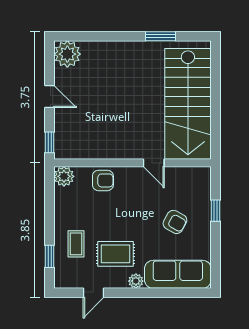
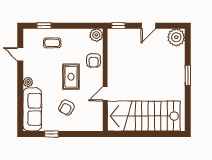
window: (161, 36) -> (188, 75), moved
window: (215, 211) -> (51, 134), moved
rug: (115, 254) -> (71, 77), moved

